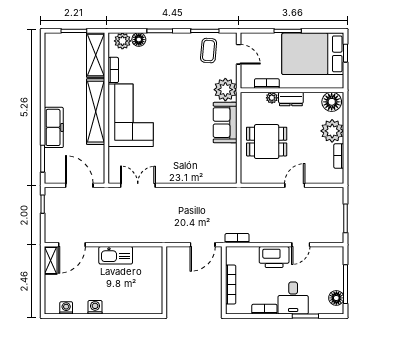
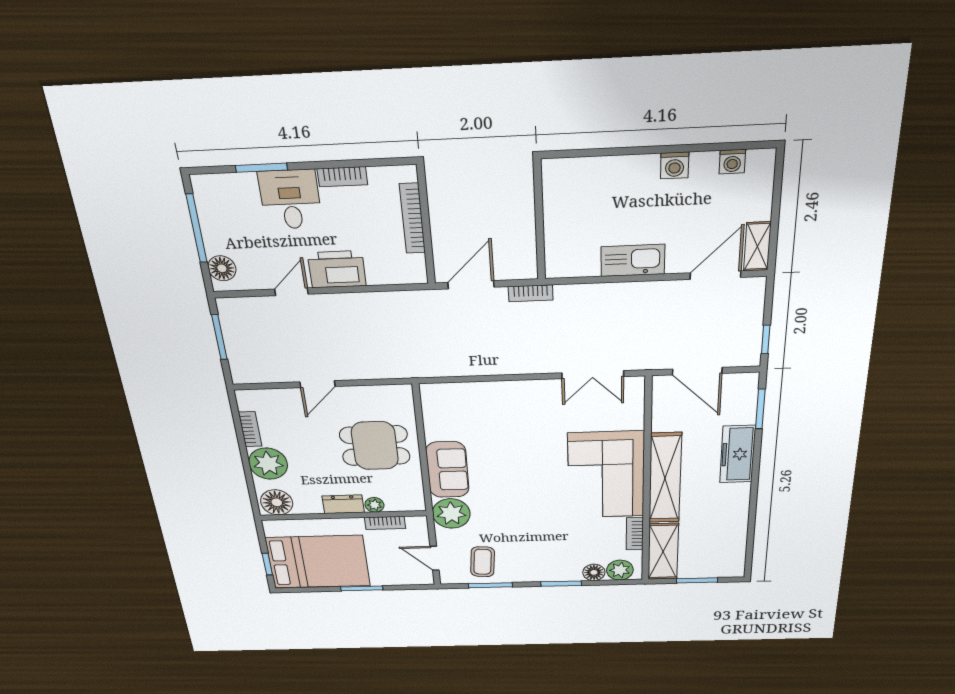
bookcase: (237, 238) -> (531, 293), moved
floor lamp: (336, 298) -> (222, 268), moved

